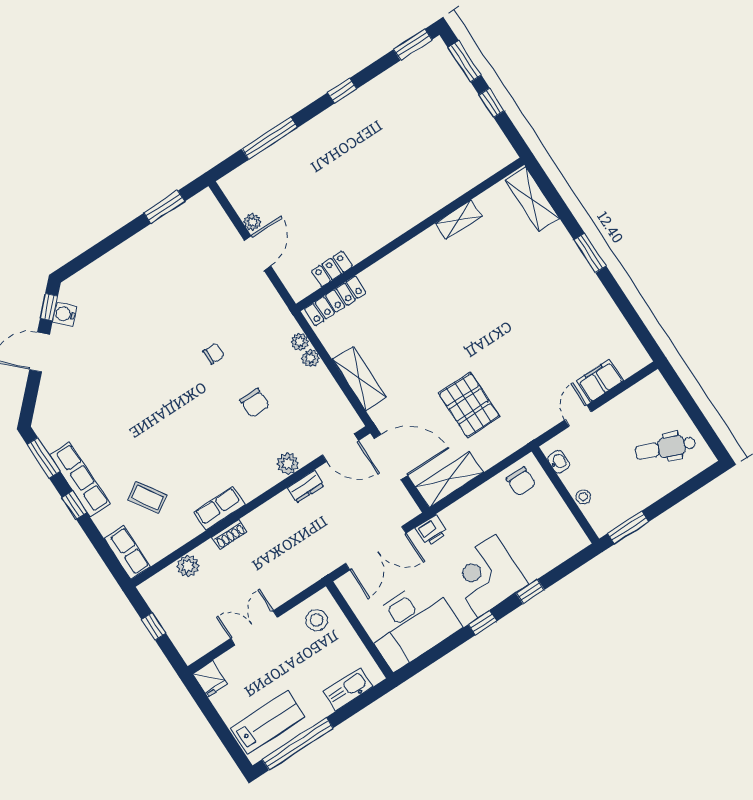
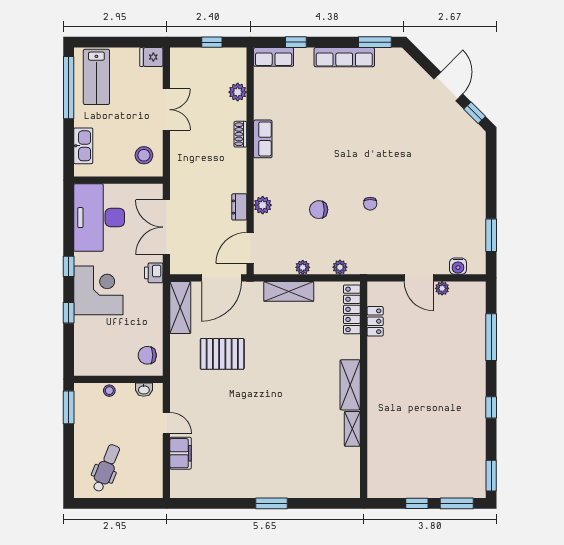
shelving: (532, 199) -> (350, 385), moved, turned 90
water cooler: (65, 314) -> (458, 266), moved, turned 135
plant: (310, 358) -> (303, 267), moved
coffee table: (148, 497) -> (302, 95), removed
window: (74, 505) -> (296, 42), moved

